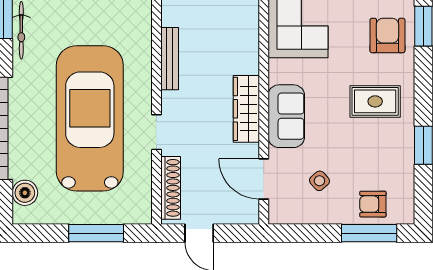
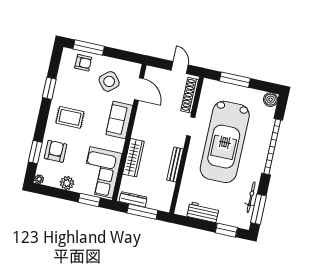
armchair: (387, 35) -> (56, 151), turned 180
wardrobe: (246, 109) -> (133, 158), moved
side table: (319, 181) -> (109, 81), width x1.87, depth x1.87
boiler: (25, 193) -> (271, 100), moved

